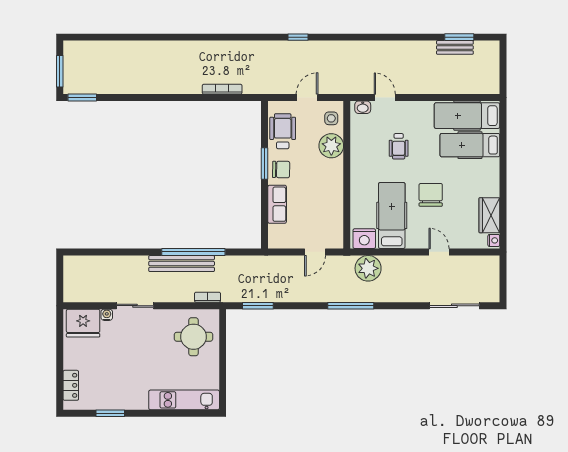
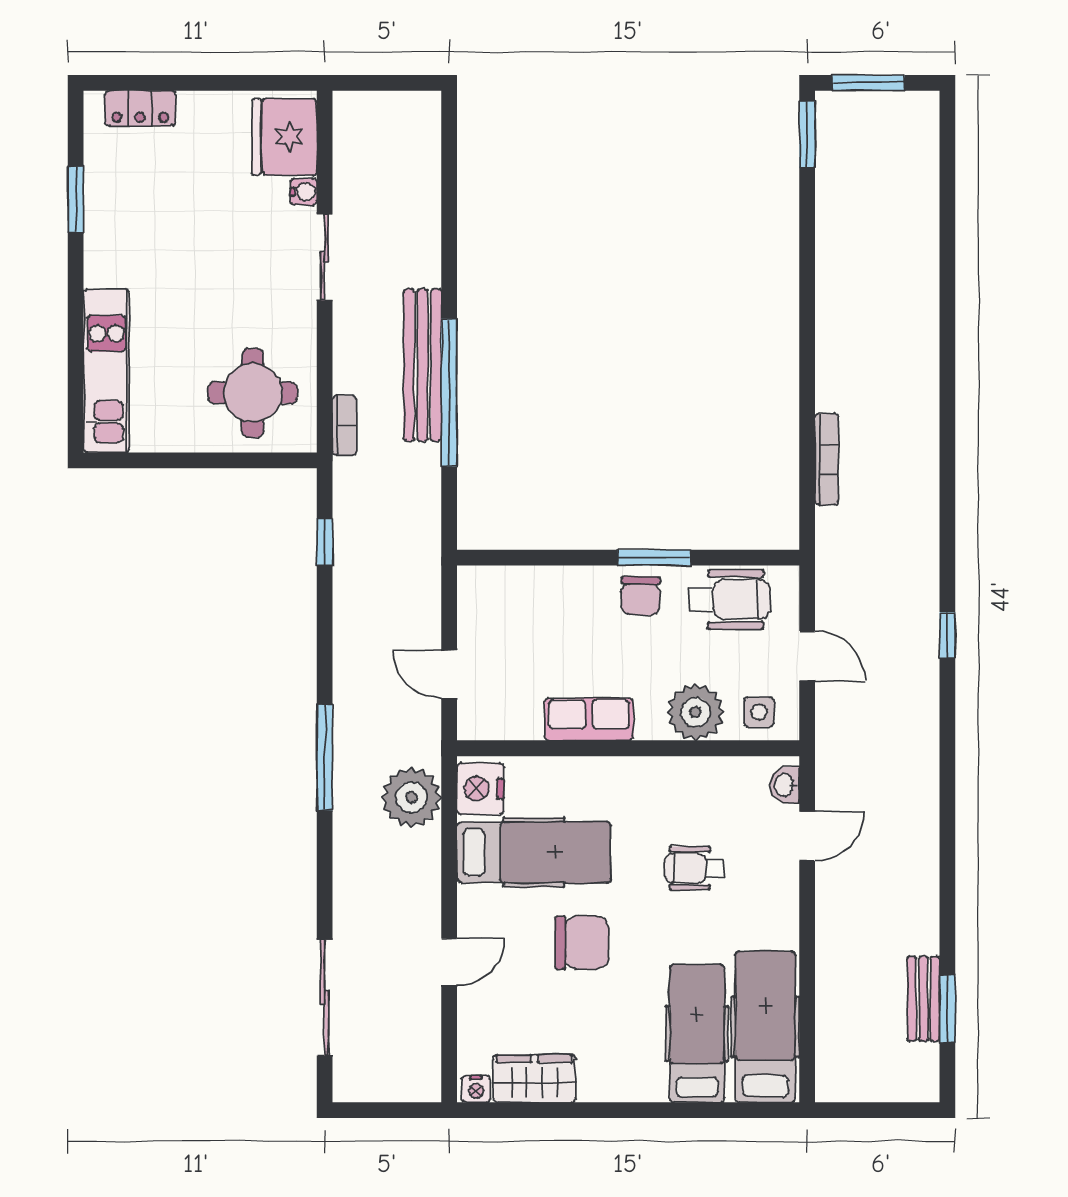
row of seats: (277, 204) -> (589, 719), moved, turned 180
window: (258, 306) -> (325, 542), width x0.67

